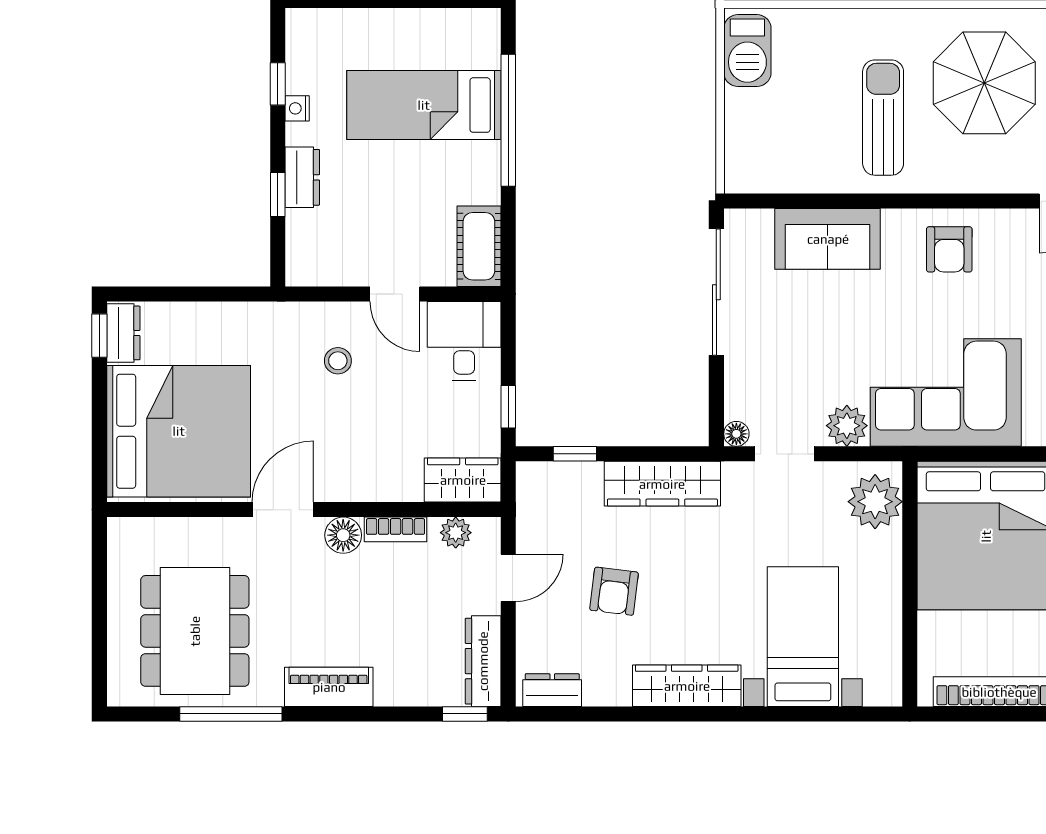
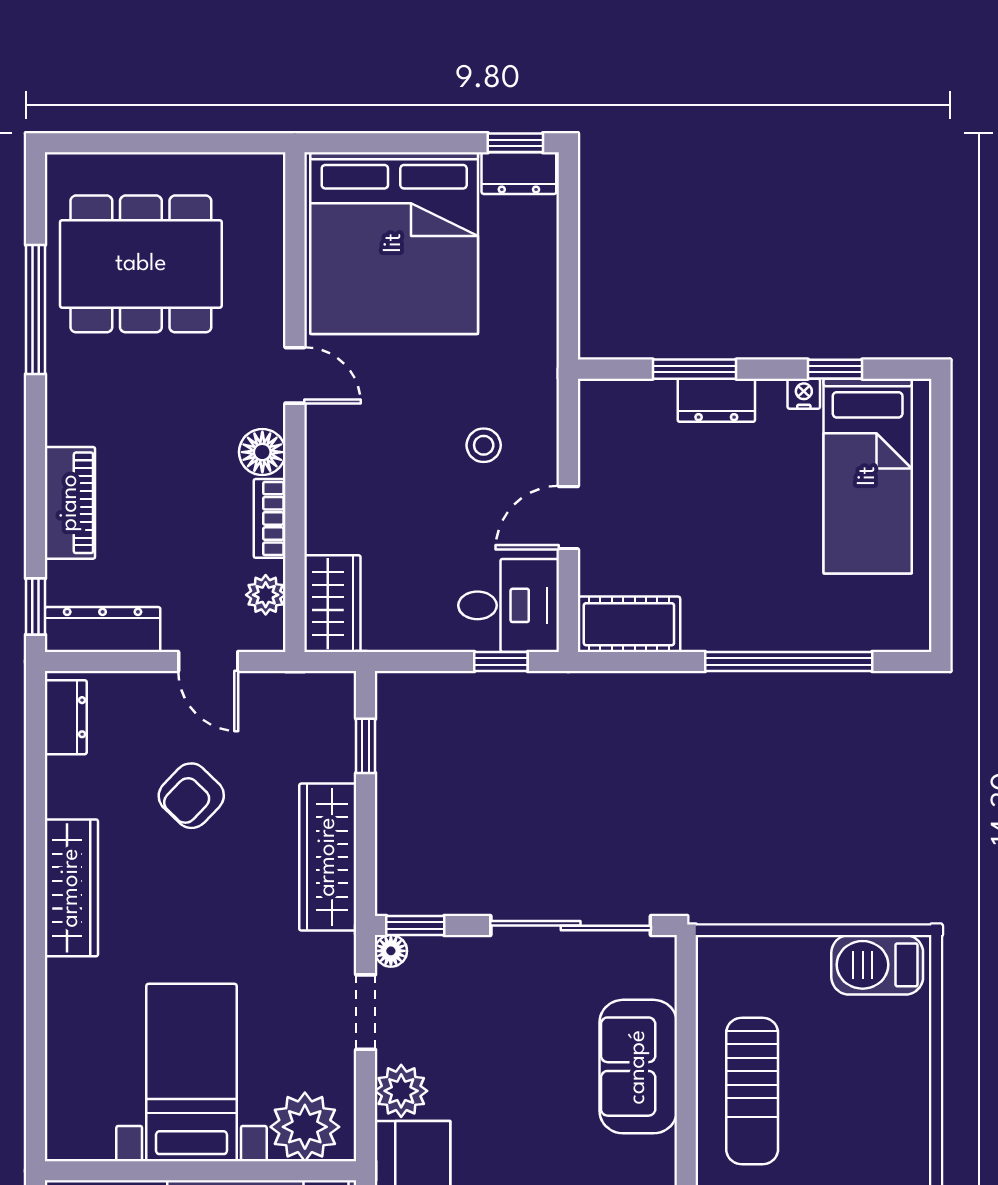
bed: (424, 105) -> (868, 476), moved, turned 180
sun lounger: (883, 118) -> (752, 1091), moved, turned 90
window: (278, 195) -> (695, 369), width x1.50
window: (508, 407) -> (501, 661), moved
window: (716, 415) -> (415, 926), added
door: (283, 510) -> (295, 375), width x0.73
armchair: (614, 591) -> (191, 796), turned -53
bed with nightstands: (803, 637) -> (191, 1073), moved, turned -90
piano: (329, 687) -> (70, 503), moved

